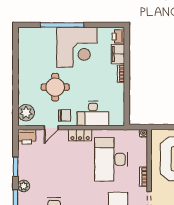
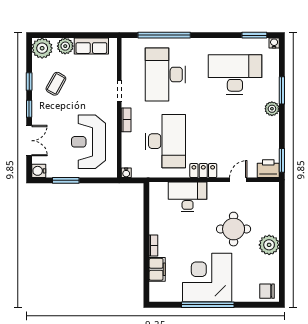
window: (62, 25) -> (208, 305), moved
printer: (118, 37) -> (157, 291), removed
plant: (26, 113) -> (269, 245), moved
chair: (65, 115) -> (267, 291), moved
window: (15, 167) -> (282, 160), moved

